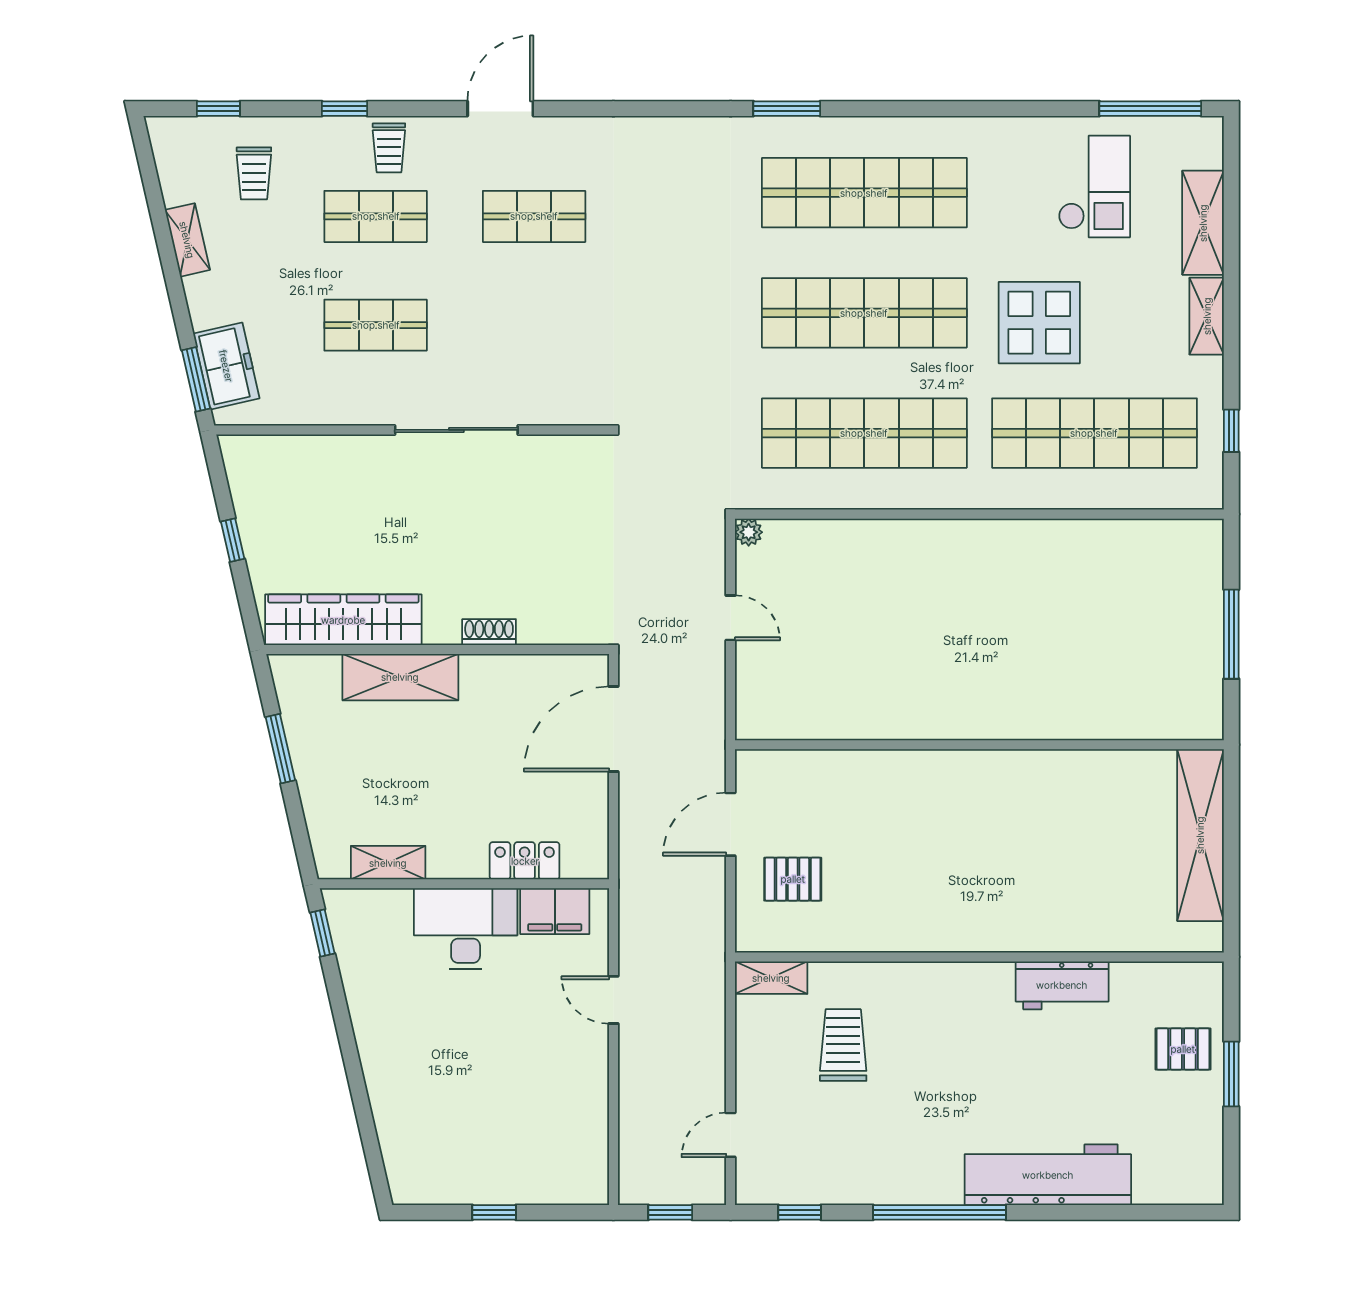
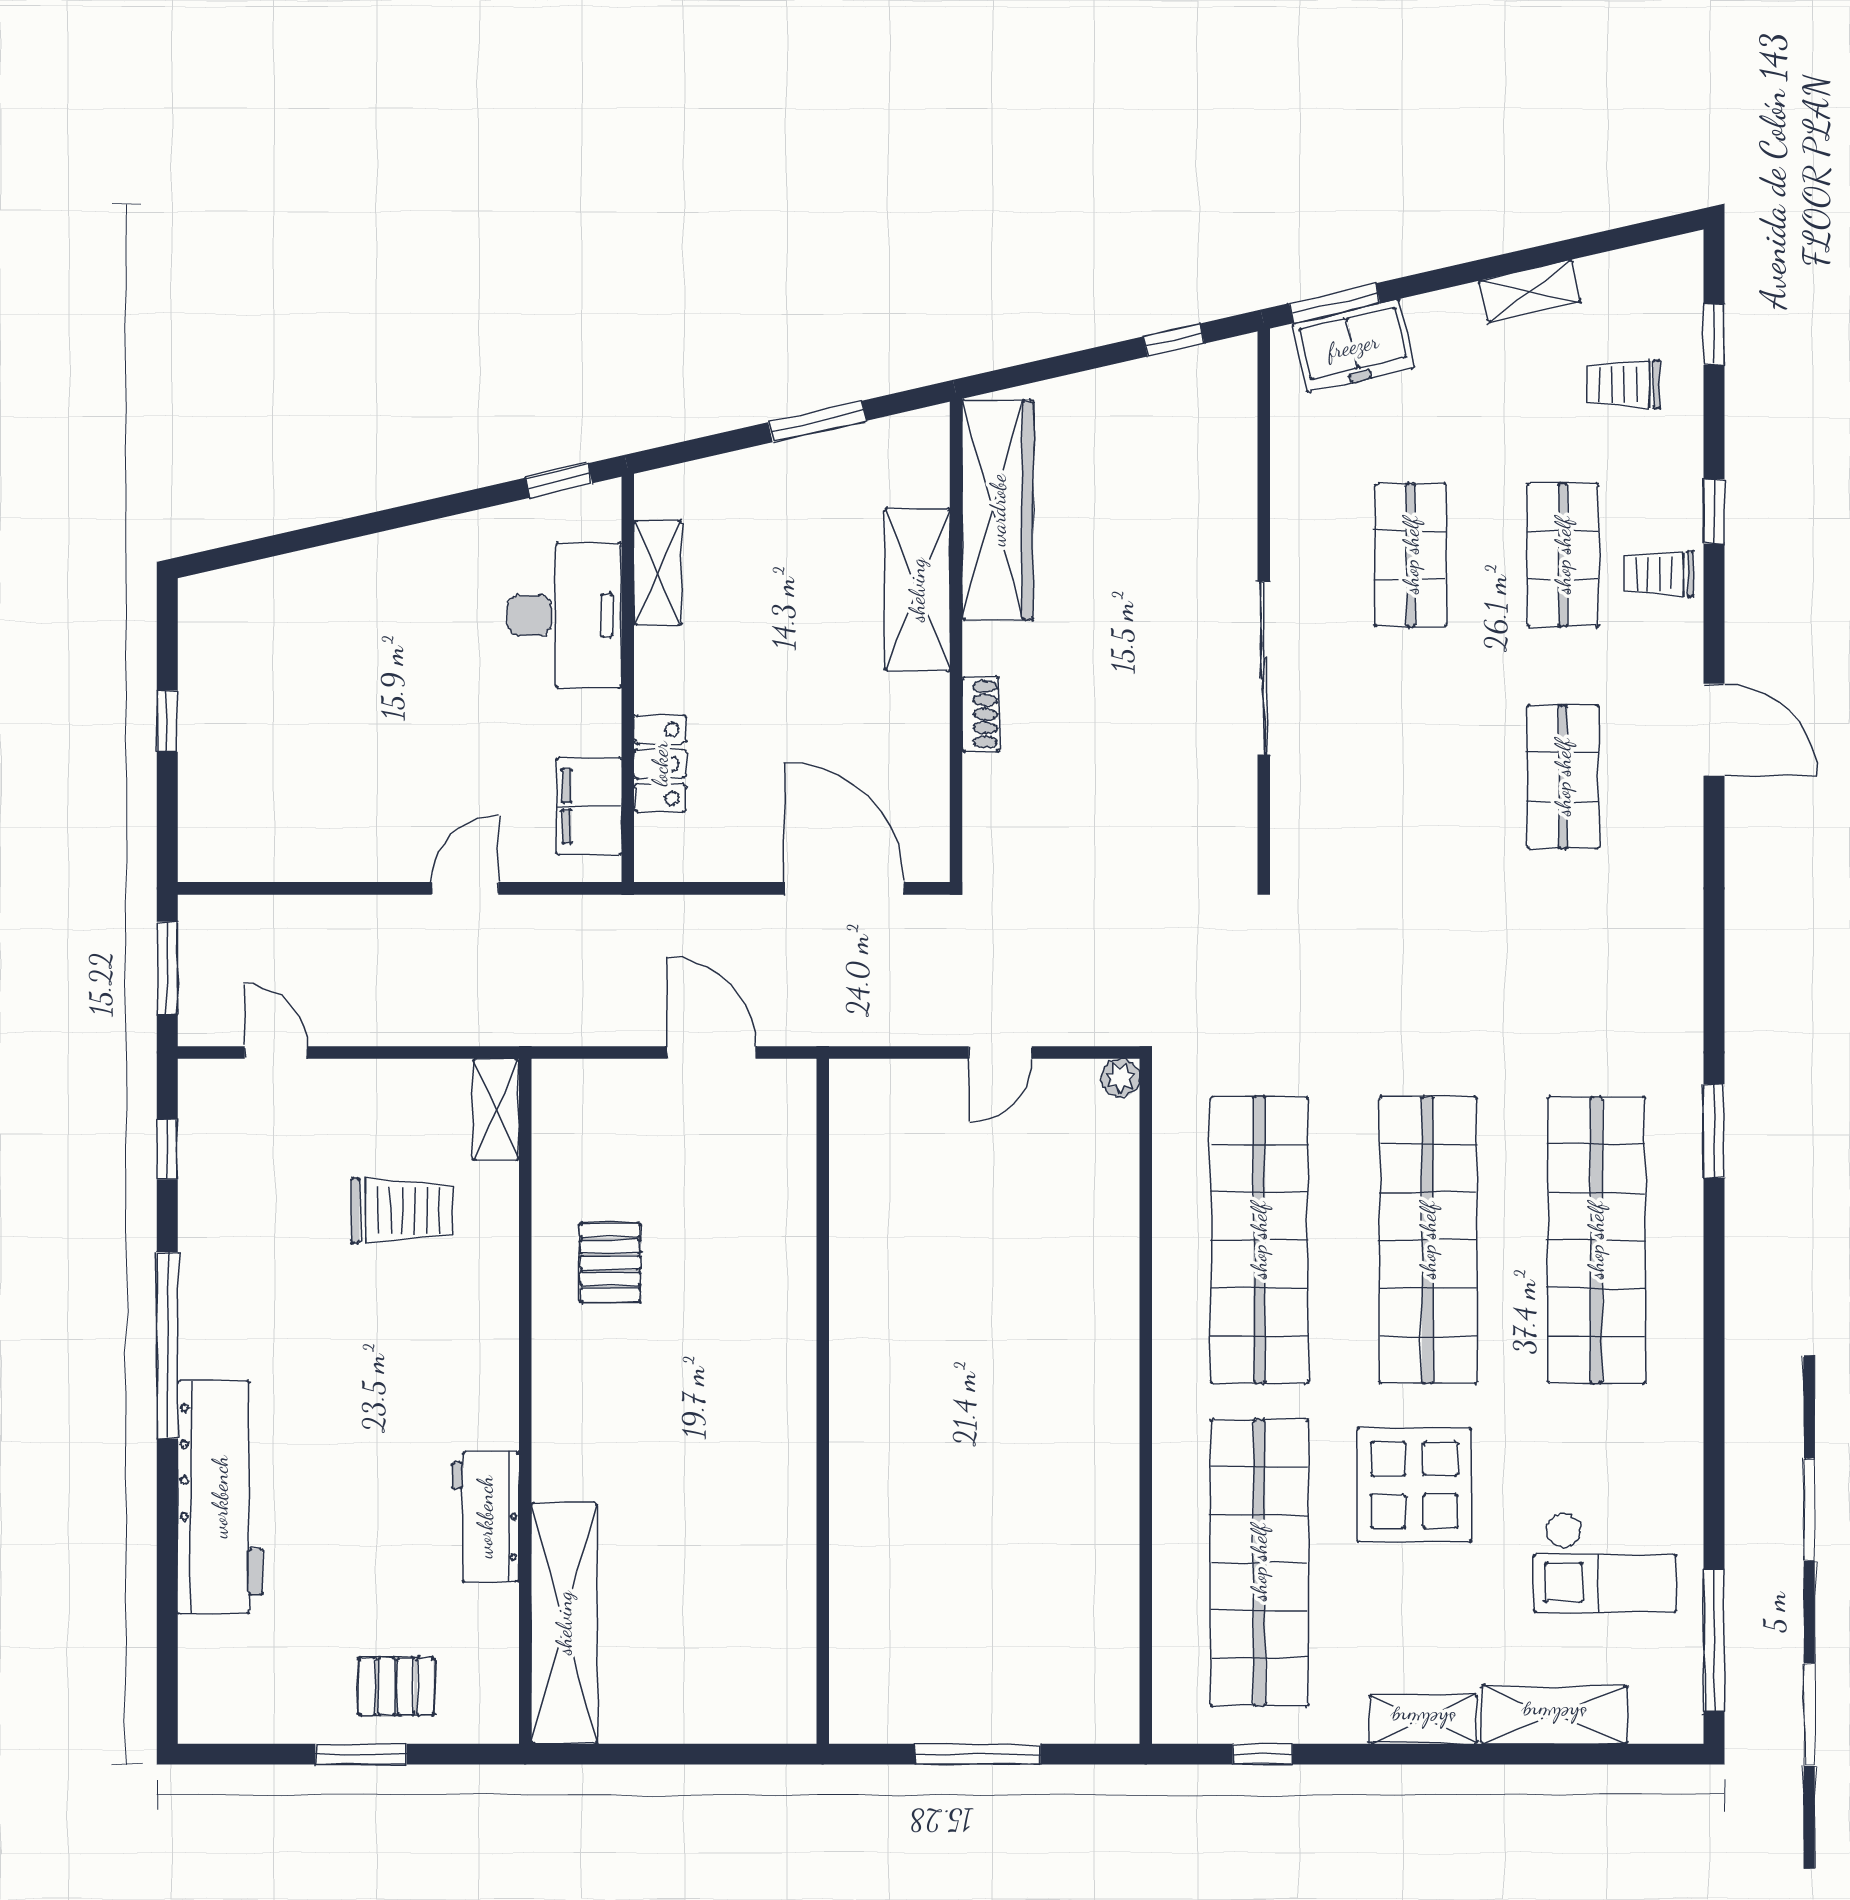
window: (233, 540) -> (1174, 340), moved
shelving: (1200, 835) -> (564, 1623), moved, turned 90
pallet: (793, 879) -> (610, 1263), moved
desk: (466, 929) -> (565, 615), moved
pallet: (1183, 1049) -> (396, 1686), turned 90
window: (670, 1212) -> (167, 968), width x1.50

